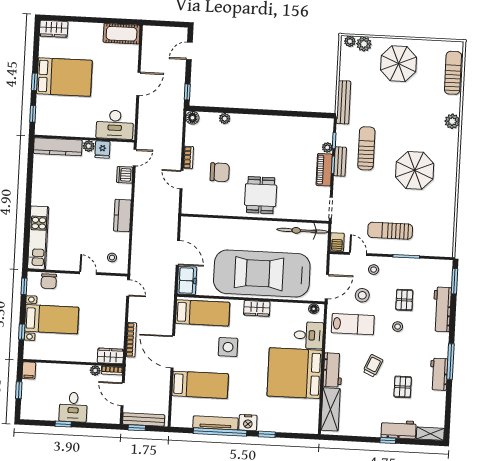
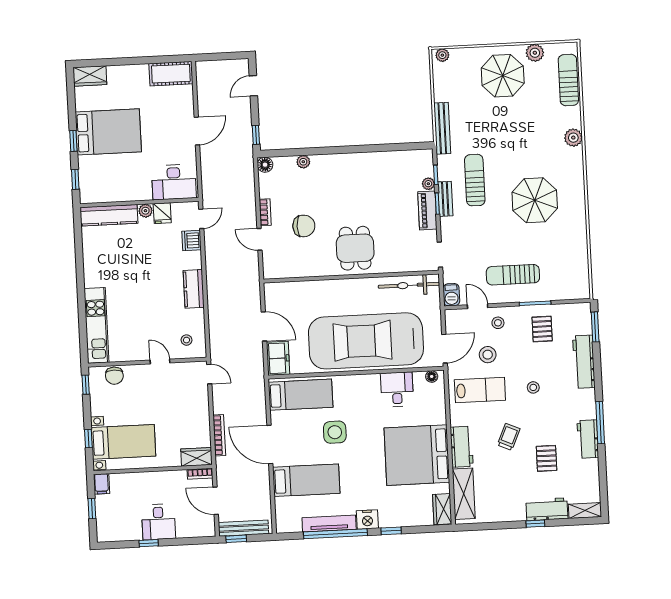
plant: (364, 44) -> (535, 53), moved
pallet: (404, 300) -> (542, 329), moved
wardrobe: (257, 308) -> (442, 509), moved, turned 90
bed with nightstands: (52, 319) -> (123, 442), moved
desk: (309, 335) -> (397, 389), moved, turned -90
plant: (95, 370) -> (180, 476), removed

